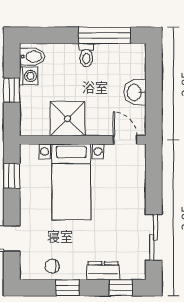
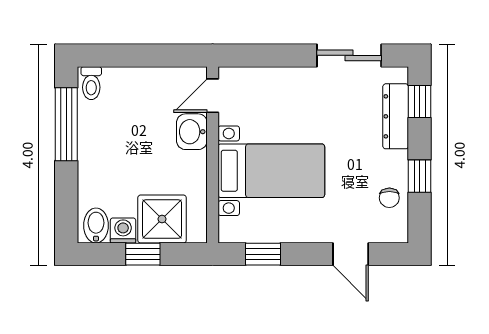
toilet: (86, 55) -> (91, 83), moved, turned 90
washbasin: (135, 92) -> (192, 132), moved, turned 90
shower: (68, 119) -> (162, 219), moved
dresser: (103, 271) -> (396, 116), width x1.44

